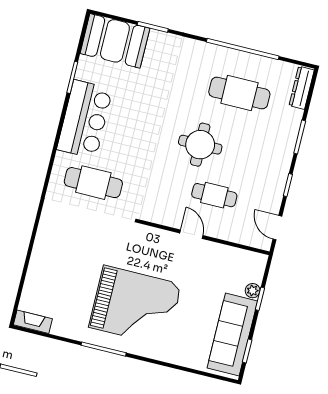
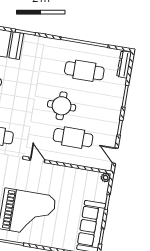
cafe table: (214, 195) -> (73, 138), width x1.37, depth x1.35
door: (191, 234) -> (37, 160), moved
plant: (253, 291) -> (106, 178), moved

